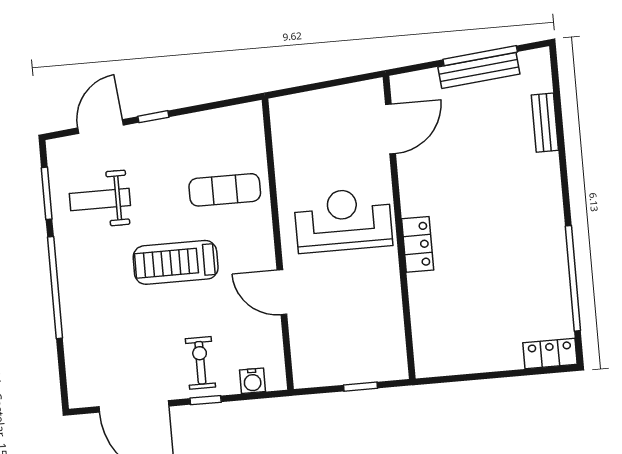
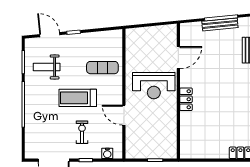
door: (101, 127) -> (50, 35), hinge flipped
door: (391, 129) -> (178, 58), moved
reception desk: (343, 220) -> (154, 86), turned 180
exercise bike: (200, 363) -> (82, 132), moved

